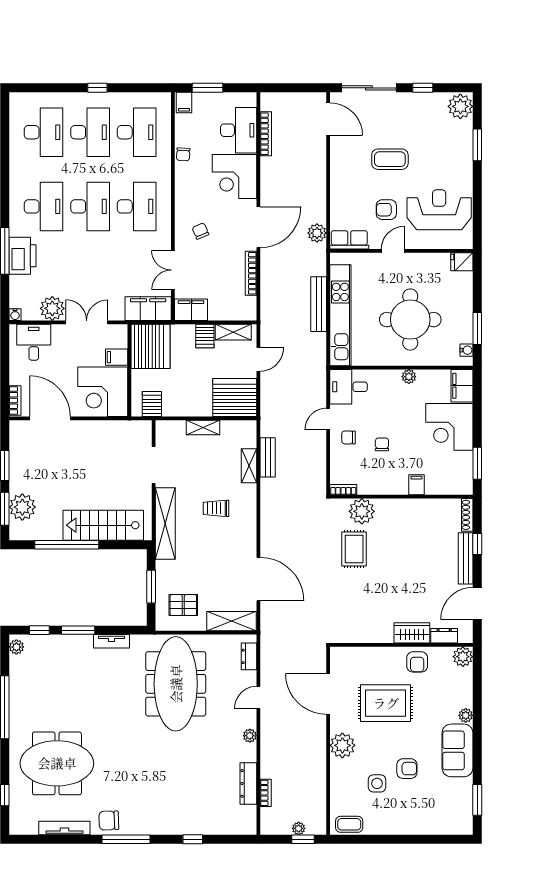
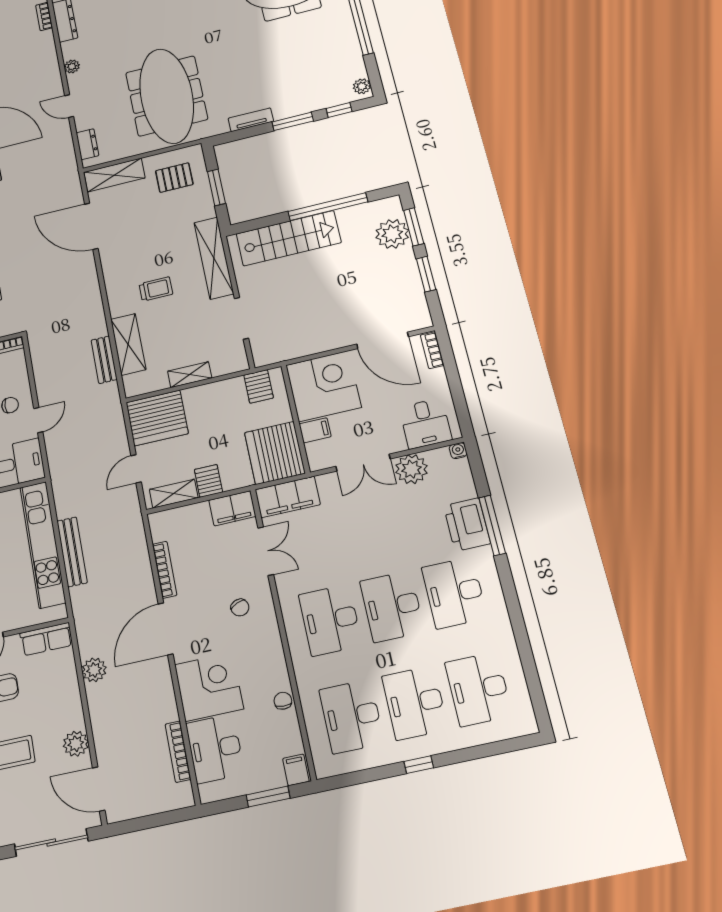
plant: (340, 156) -> (76, 744), added
plant: (317, 233) -> (94, 670), moved
shelving: (249, 466) -> (128, 344), width x1.50, depth x1.33
door: (258, 698) -> (69, 106), swing flipped

